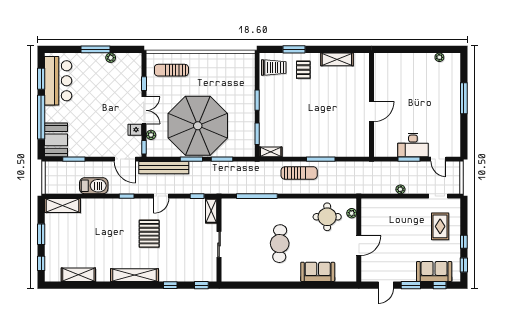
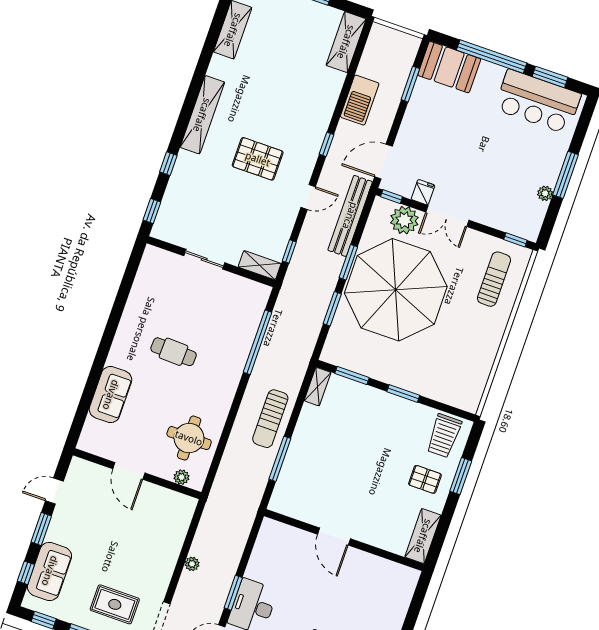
window: (144, 84) -> (515, 240), moved
wall: (371, 105) -> (344, 540), moved
door: (371, 112) -> (334, 536), moved
plant: (151, 135) -> (404, 220), width x1.87, depth x1.87
door: (161, 196) -> (308, 197), swing flipped
cafe table: (280, 244) -> (174, 352), width x0.73, depth x0.74
door: (386, 285) -> (54, 491), hinge flipped

